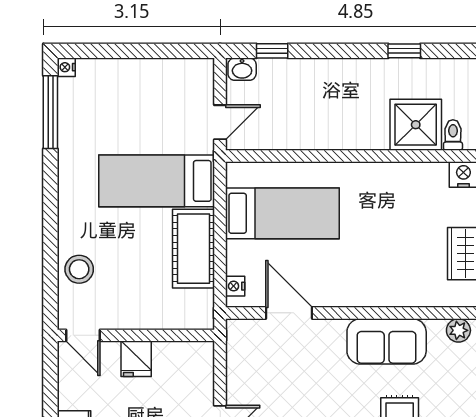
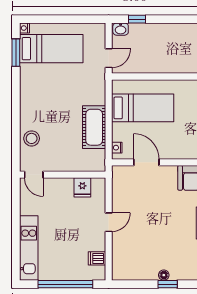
window: (50, 112) -> (16, 53), width x0.69
bed: (157, 181) -> (51, 49), moved, turned 180
fridge: (136, 359) -> (82, 187), moved

